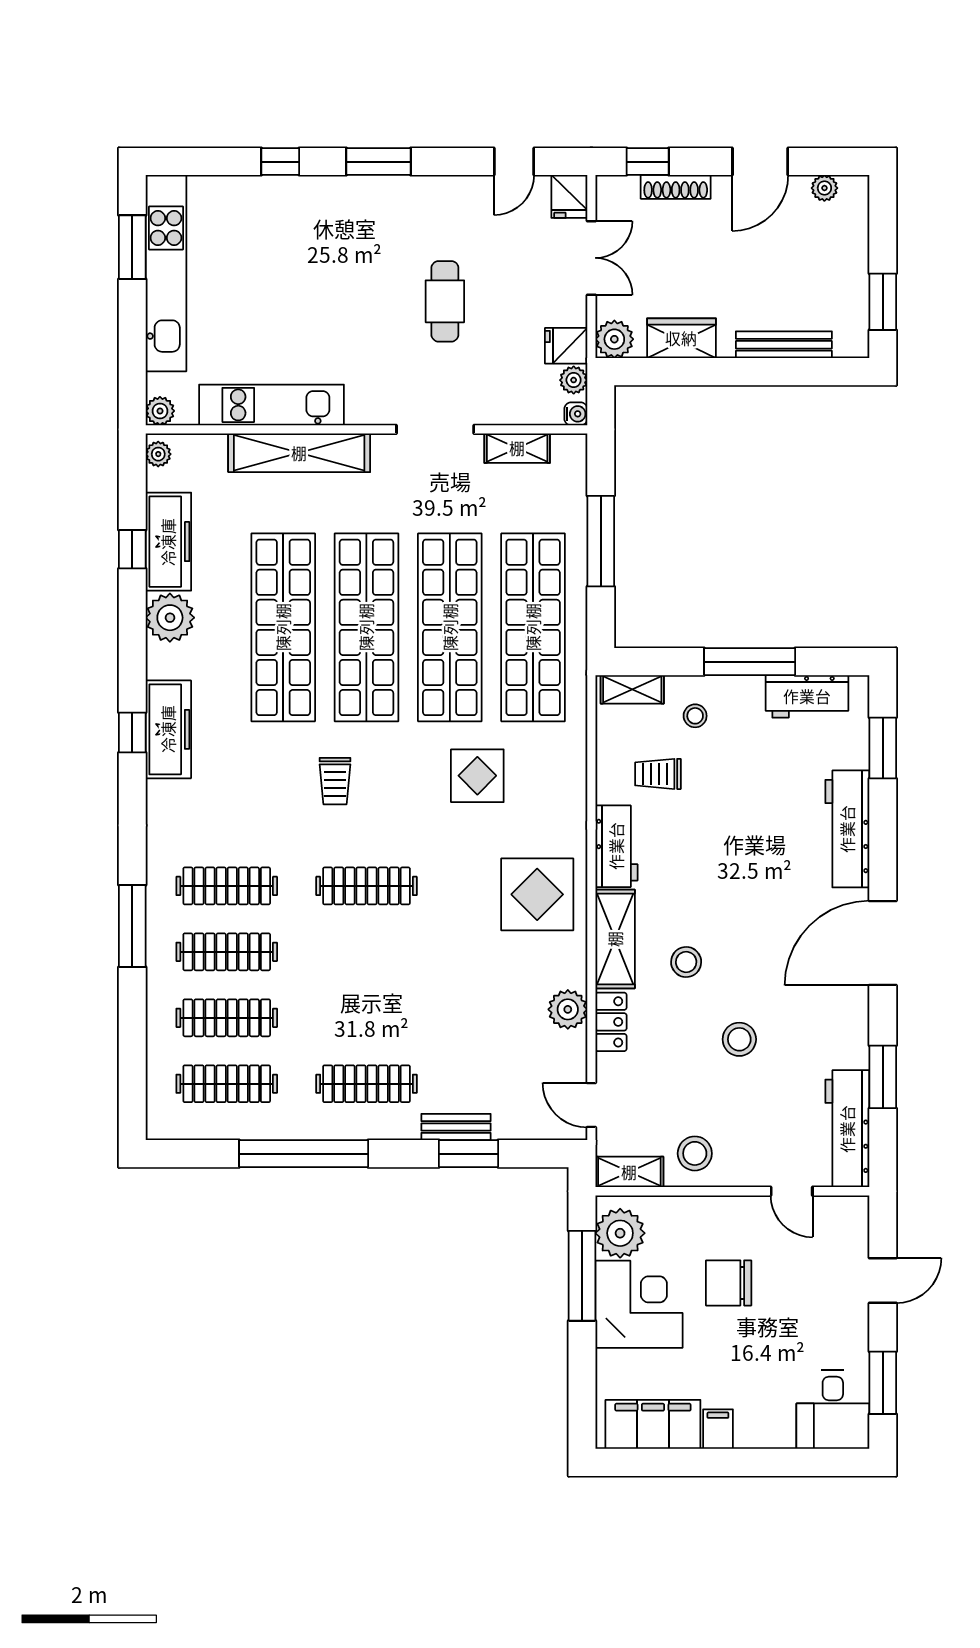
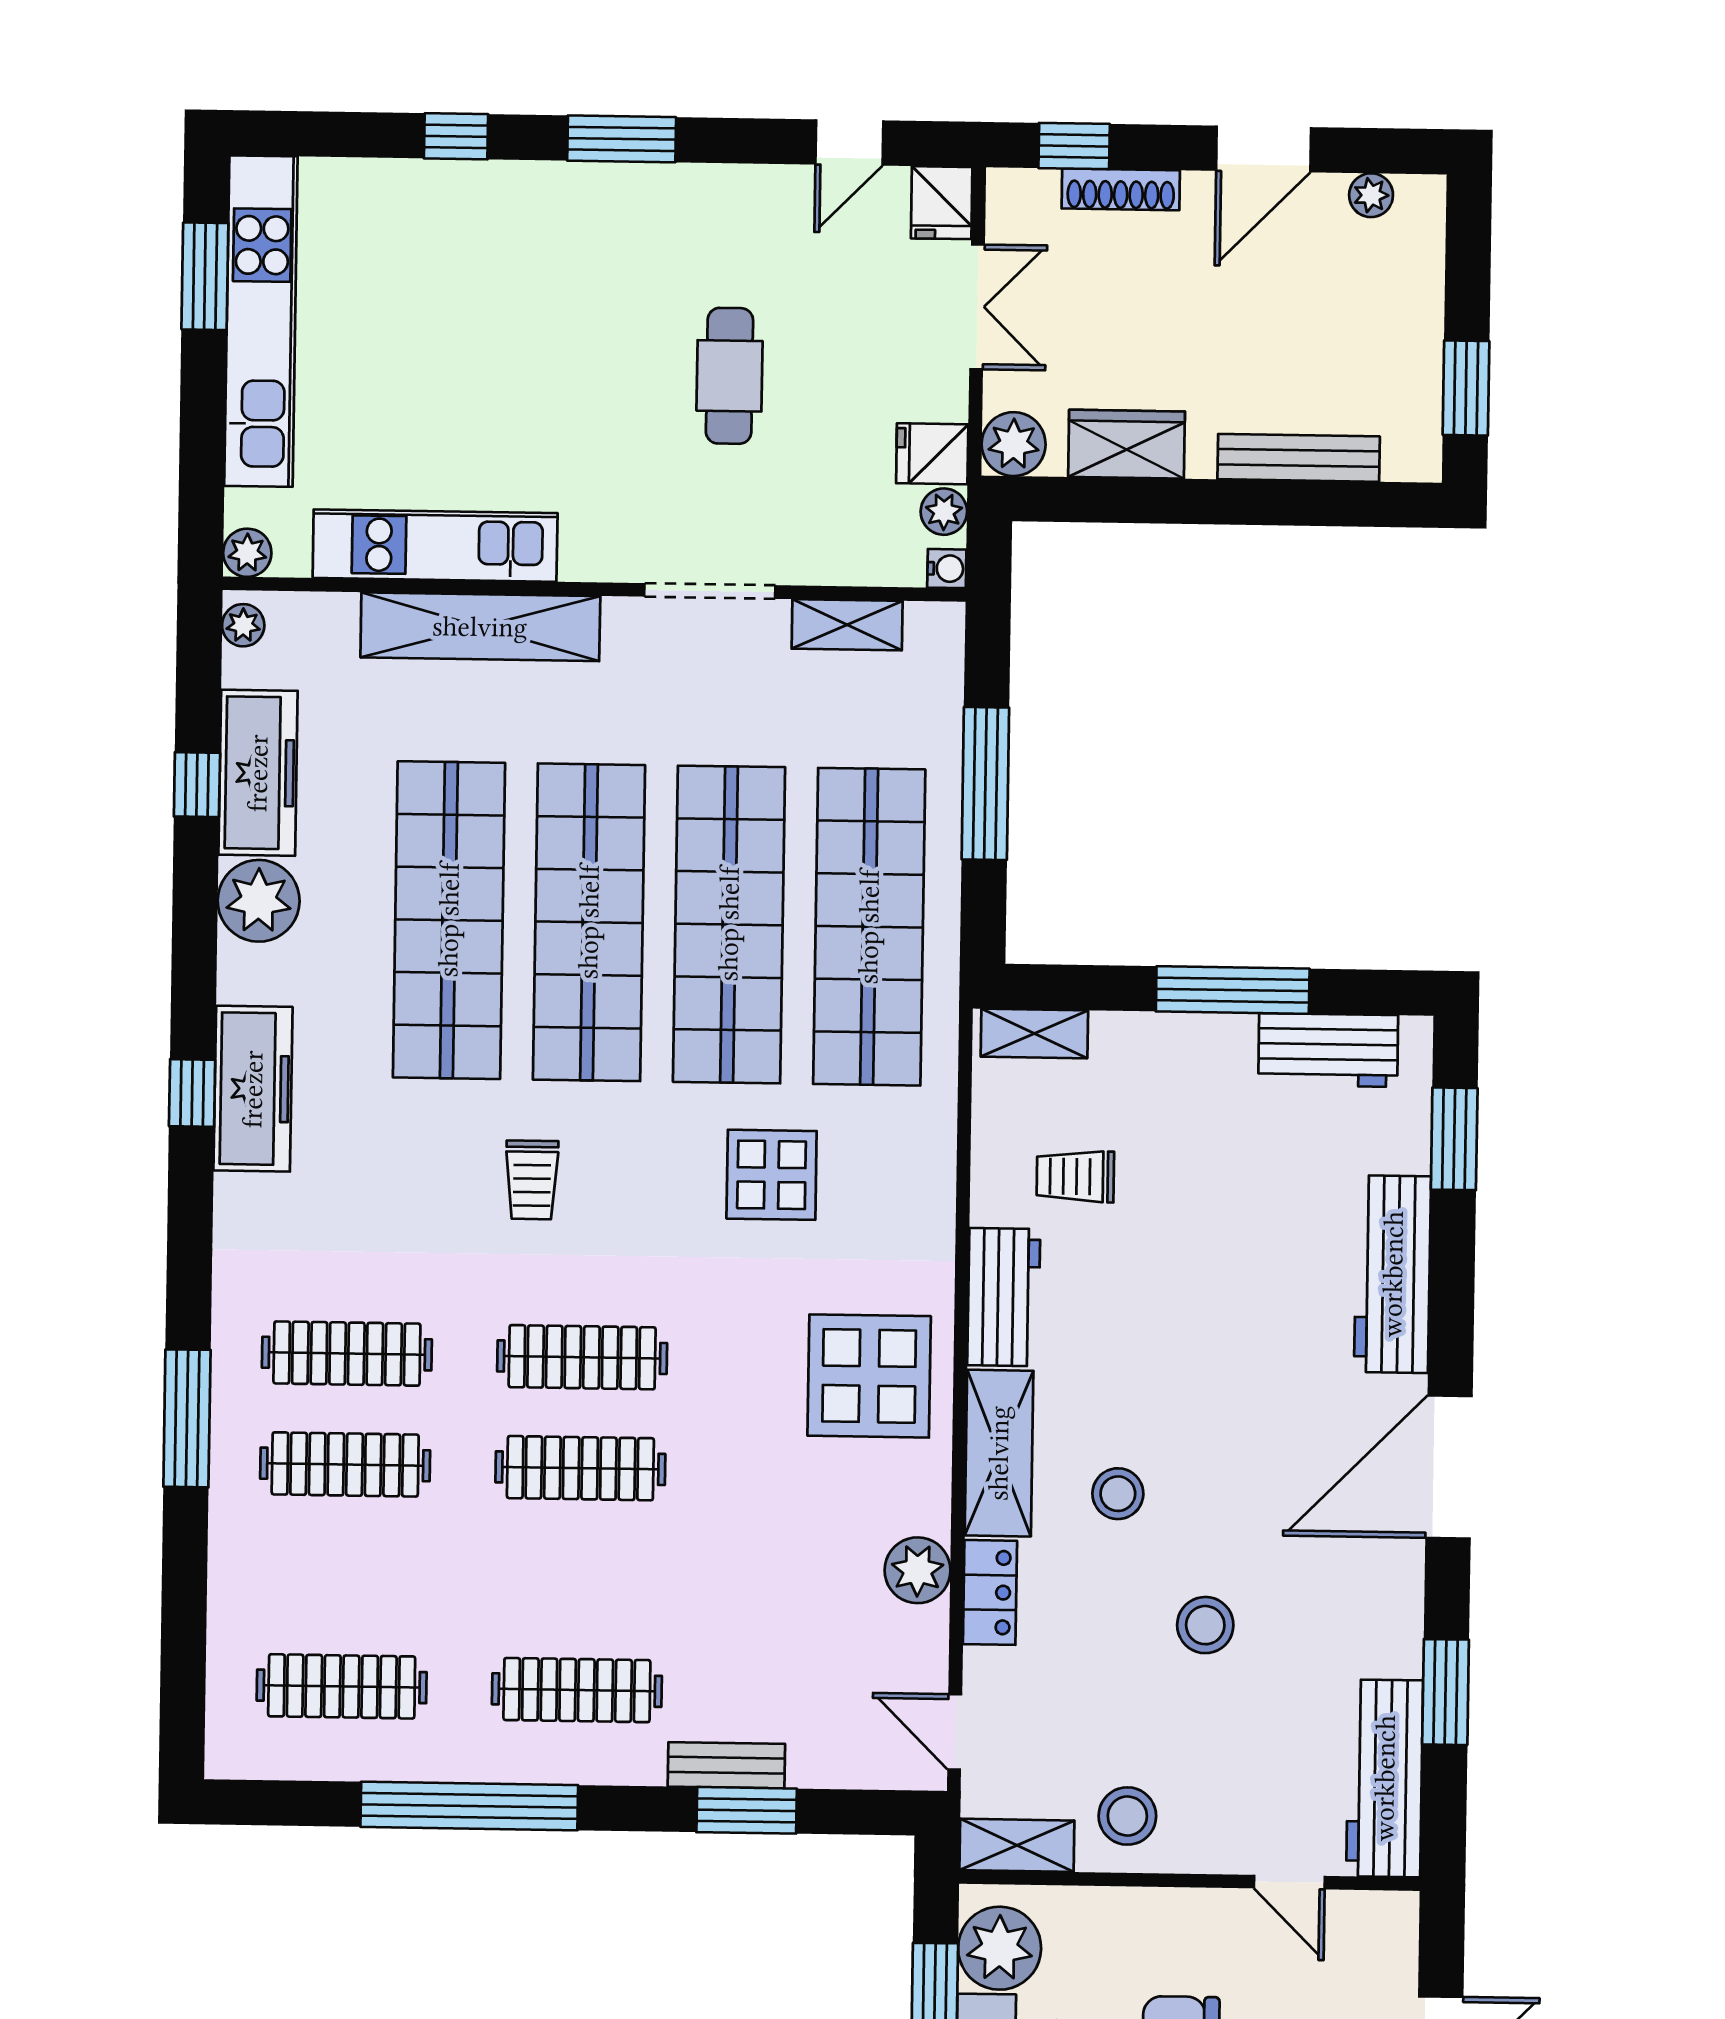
stool: (695, 716) -> (1139, 1080), removed
clothes rail: (227, 1018) -> (580, 1468), moved

